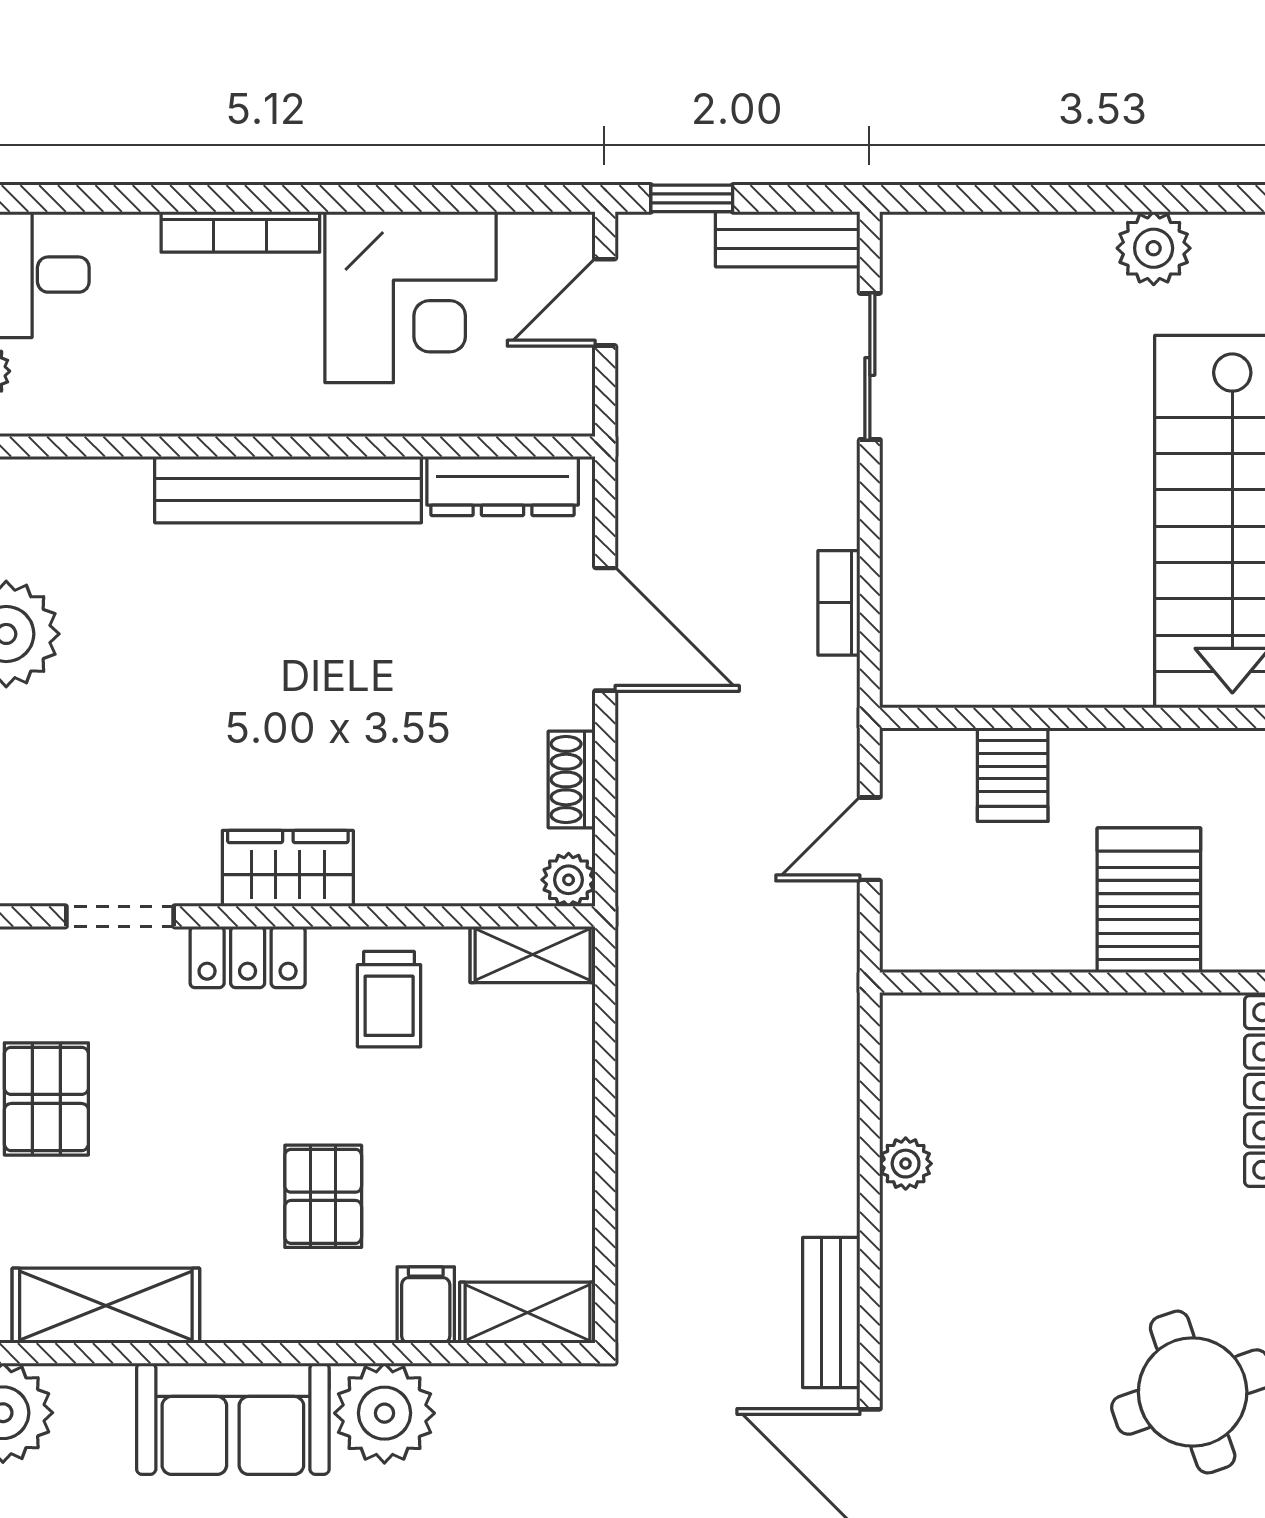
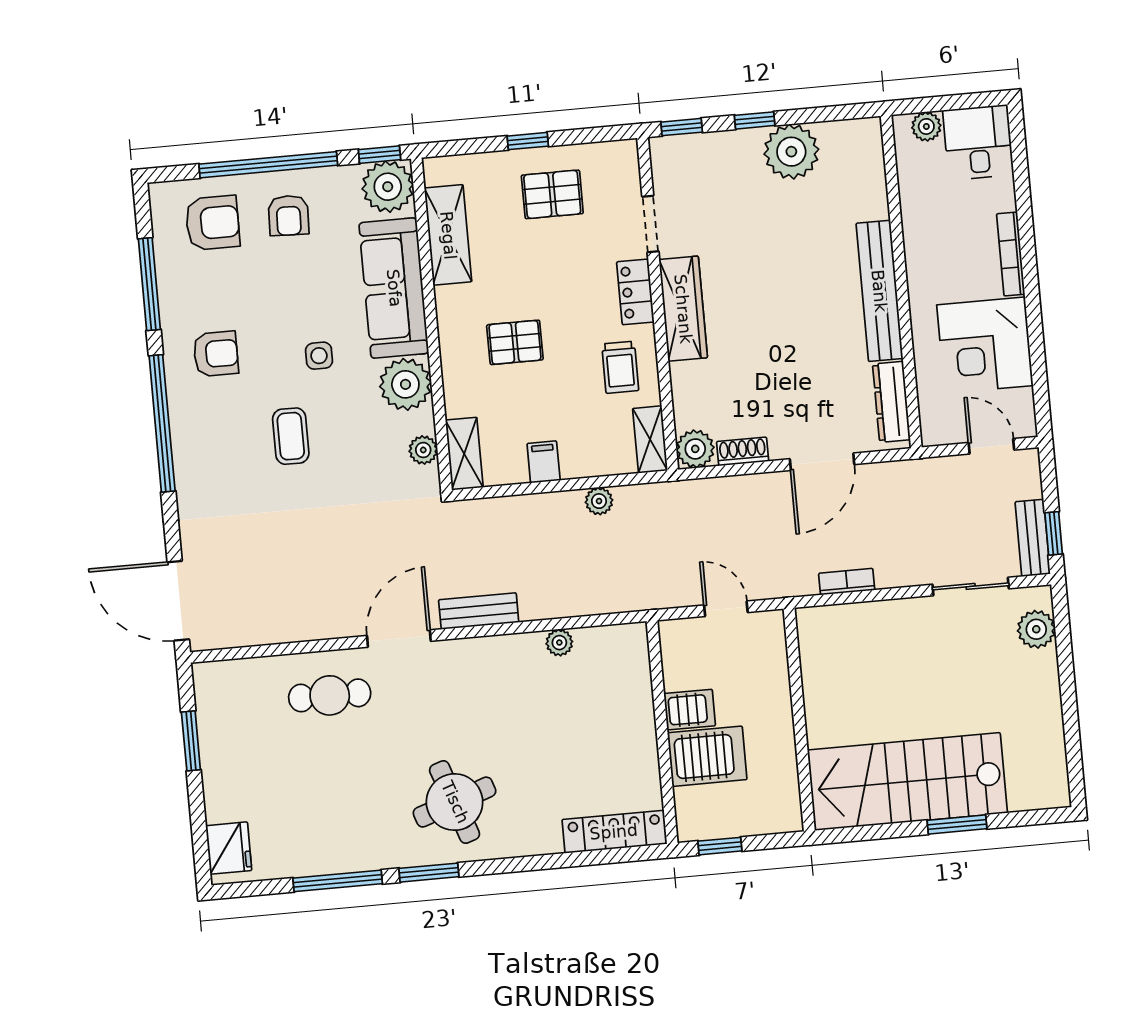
window: (692, 198) -> (1054, 533), moved
plant: (1154, 248) -> (1036, 629), moved
server rack: (1013, 775) -> (690, 710), moved, turned 180
wardrobe: (288, 868) -> (683, 309), width x1.50
plant: (569, 880) -> (695, 449), width x1.38, depth x1.38
trolley: (389, 999) -> (620, 367), turned -90
plant: (642, 1063) -> (599, 501), added
filing cabinet: (426, 1305) -> (544, 462), moved, turned -90
plant: (513, 1391) -> (423, 450), added
sofa: (233, 1419) -> (394, 288), width x1.36

